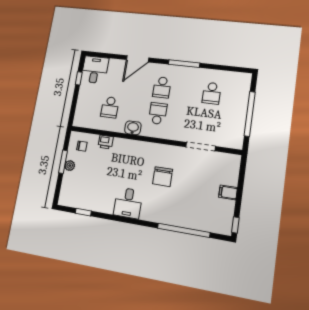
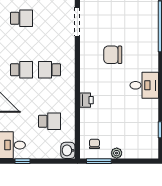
washbasin: (133, 128) -> (68, 150), moved
printer: (106, 142) -> (87, 100), moved
window: (63, 162) -> (99, 161), moved
chair: (163, 177) -> (113, 55), turned 180

